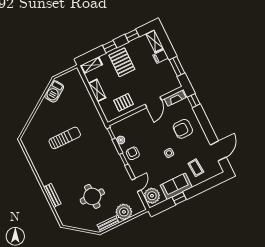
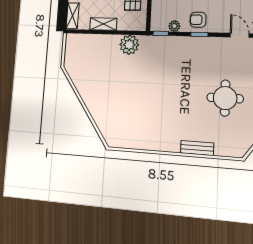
barbecue: (54, 91) -> (77, 74), removed
plant: (93, 116) -> (129, 45), added
sun lounger: (65, 138) -> (136, 92), removed

